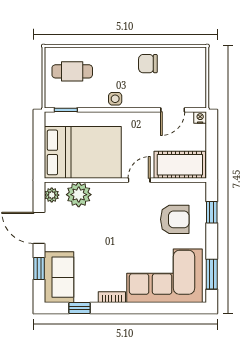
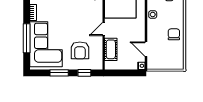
cot: (180, 165) -> (111, 49), width x0.73, depth x0.75
door: (139, 180) -> (104, 29), swing flipped
window: (212, 274) -> (59, 73), moved
window: (154, 308) -> (27, 38), added

